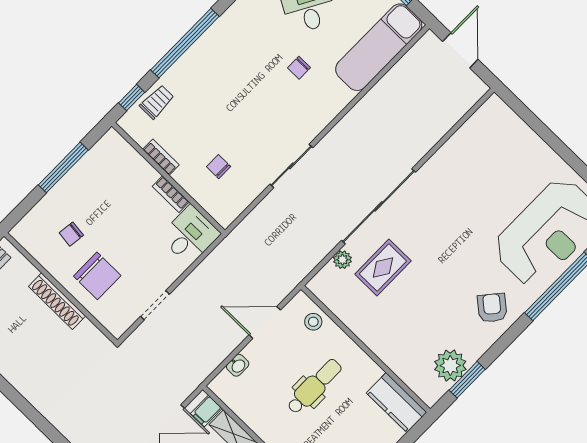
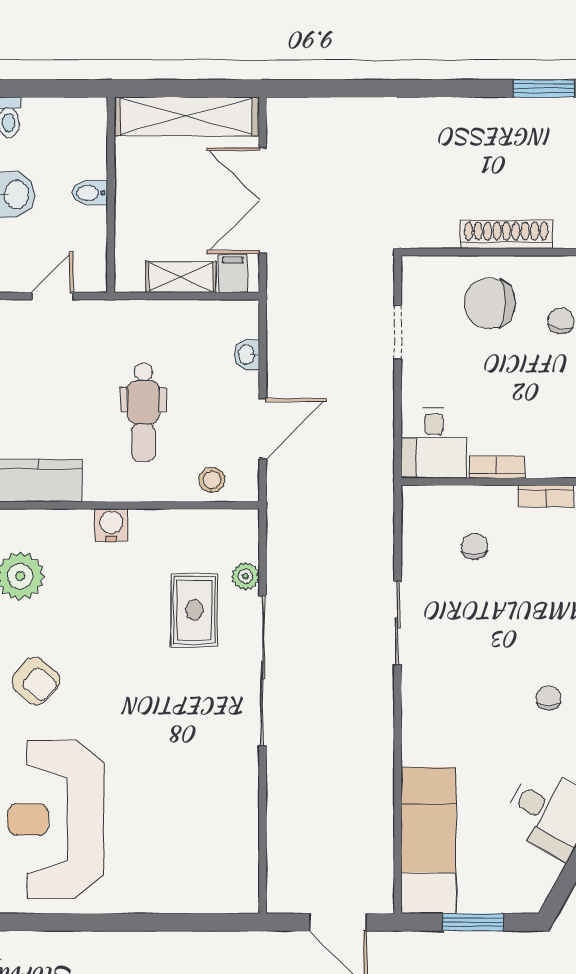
chair: (299, 68) -> (549, 698), moved
chair: (219, 167) -> (475, 546), turned -90
water cooler: (383, 347) -> (111, 525), added

